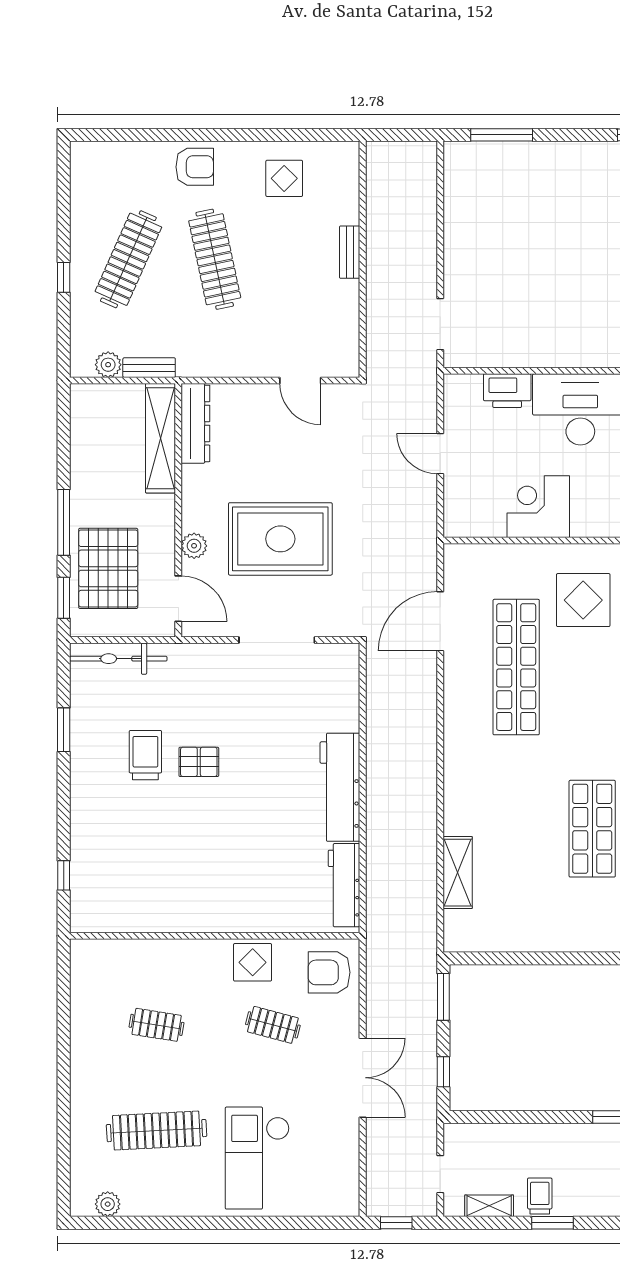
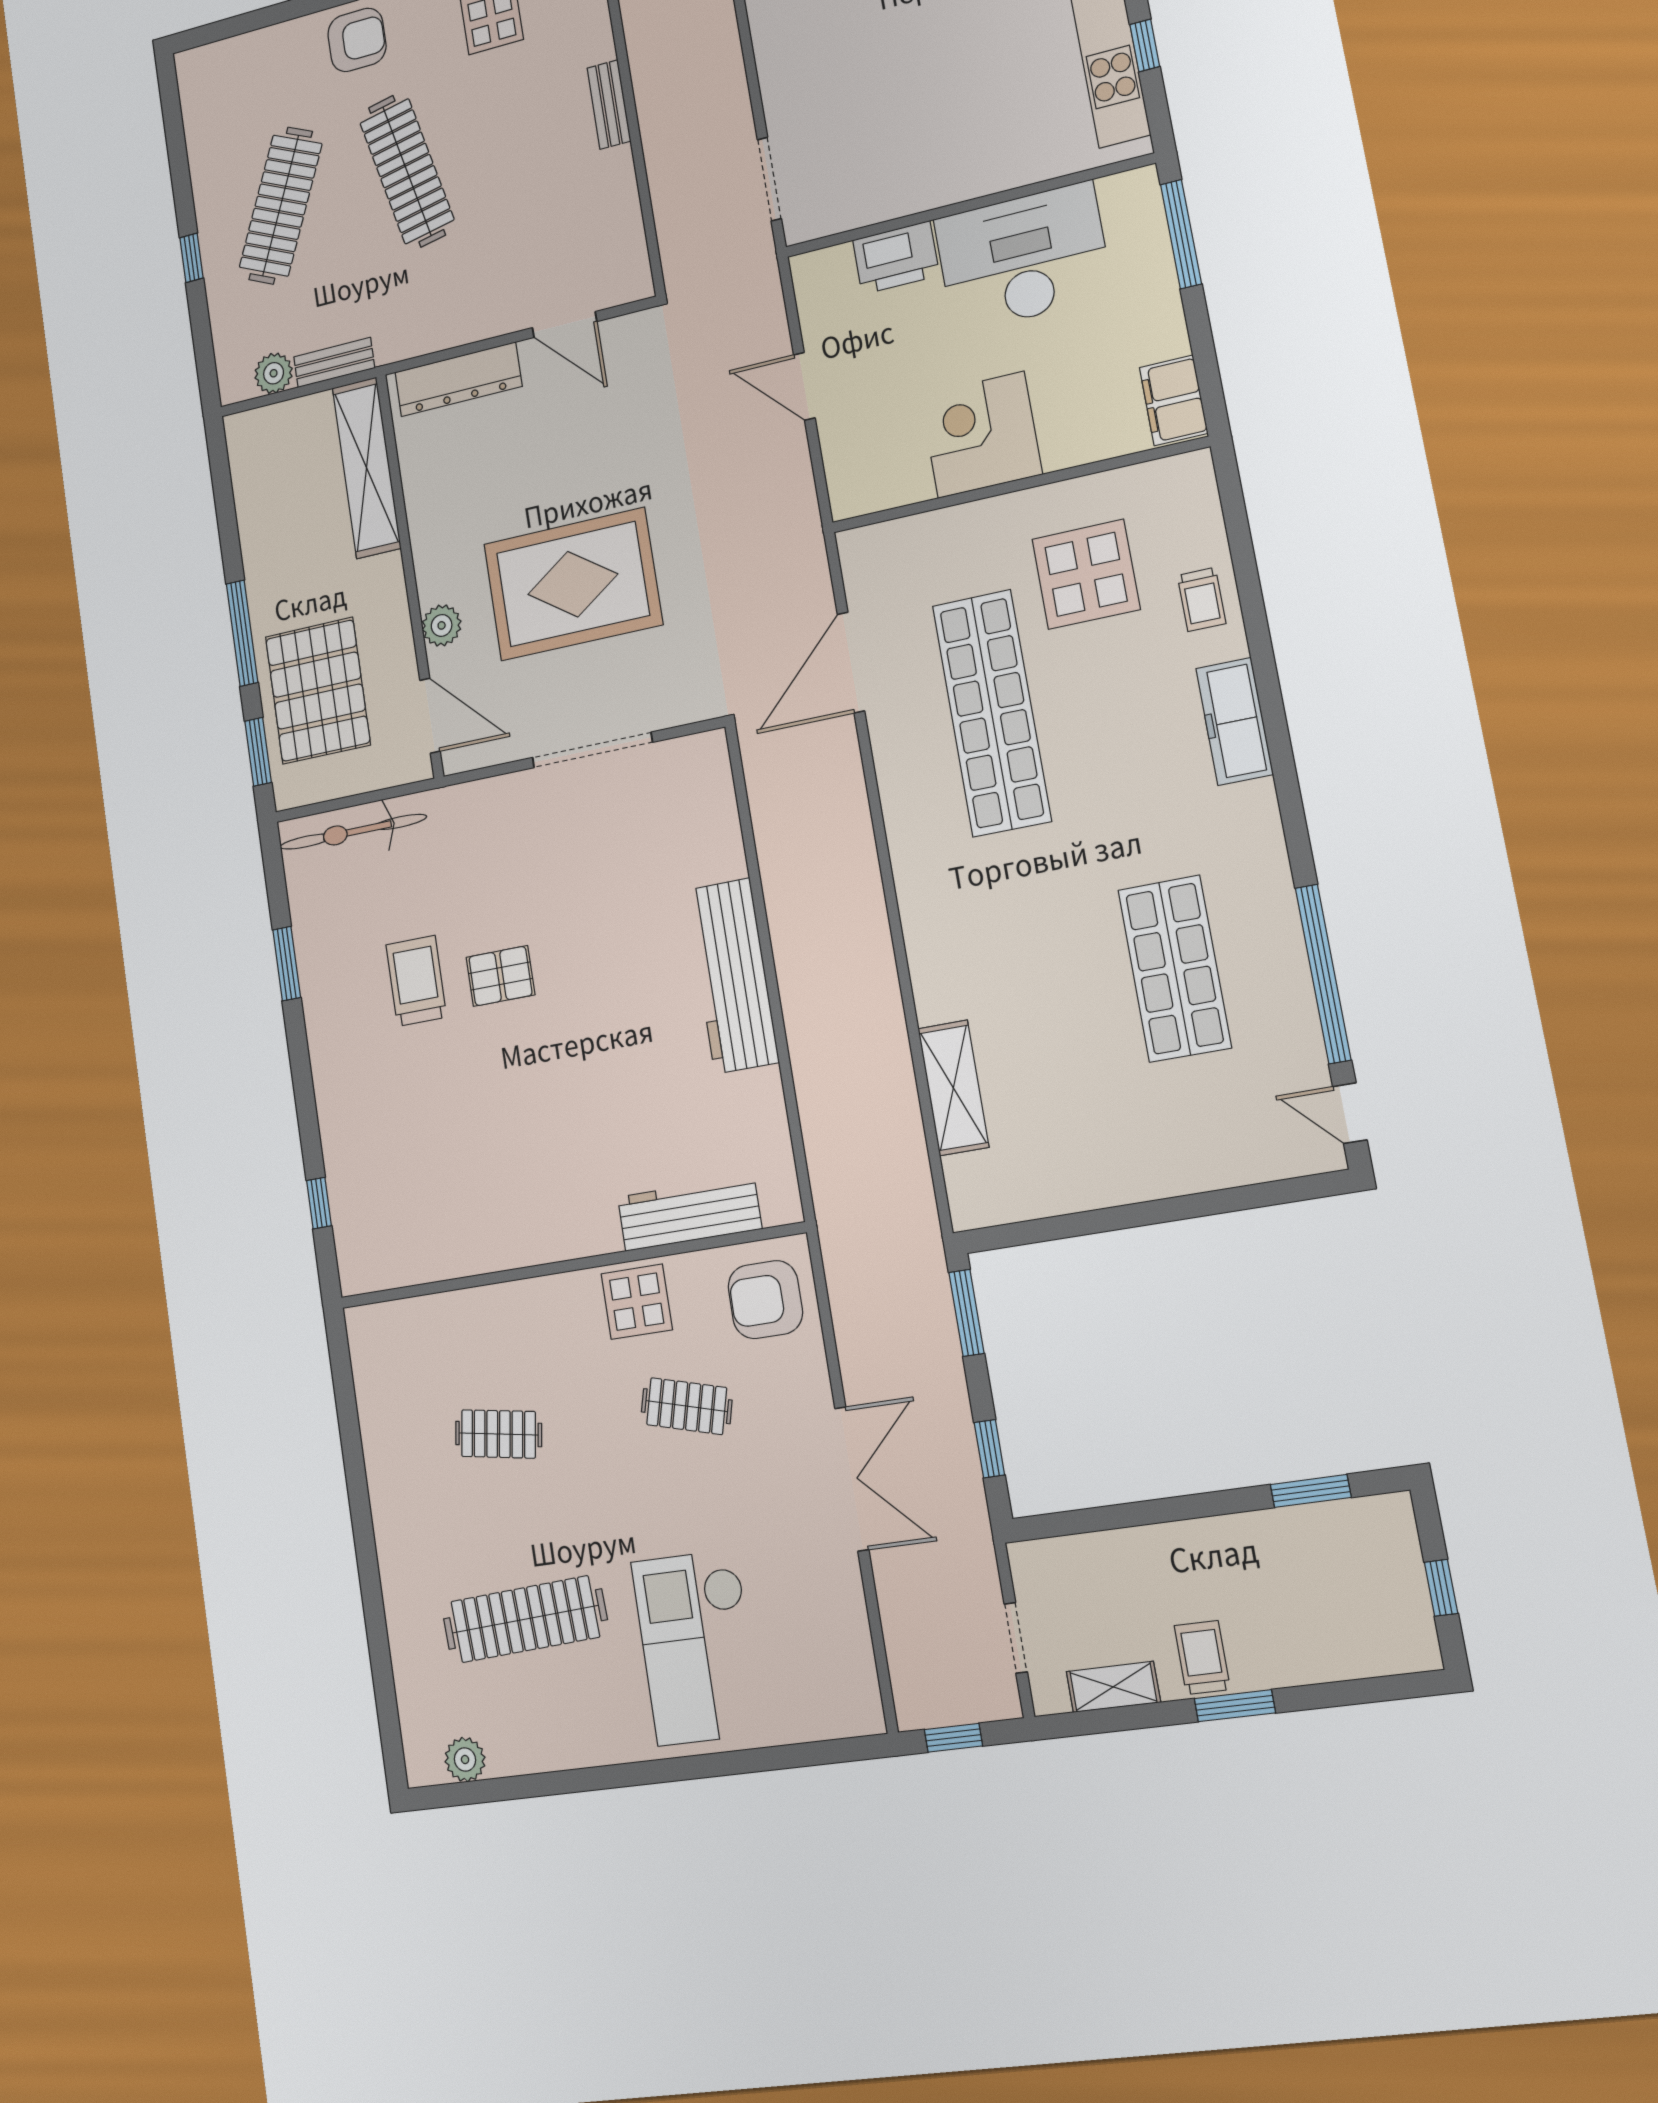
dresser: (195, 423) -> (458, 379), moved, turned 90
workbench: (344, 885) -> (689, 1213), moved, turned 90

